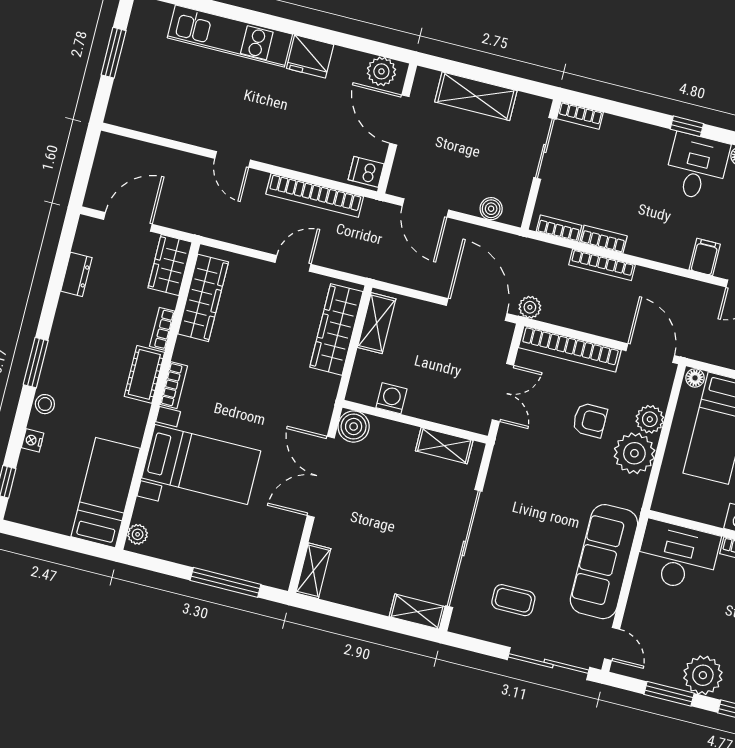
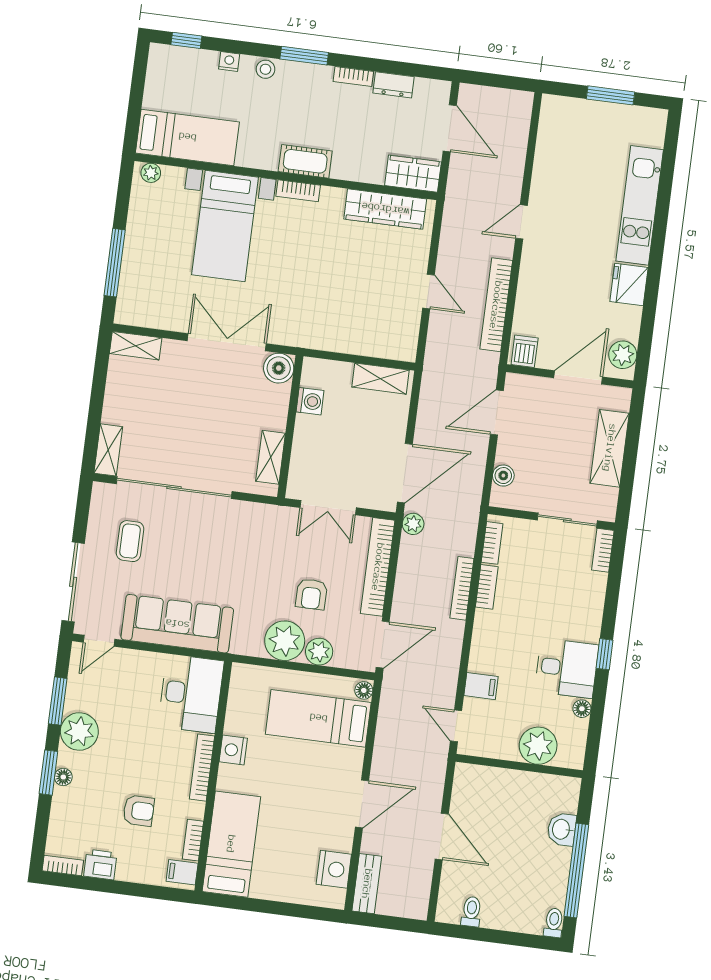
bookcase: (162, 329) -> (353, 76), moved, turned 180
wardrobe: (336, 329) -> (370, 341), removed

